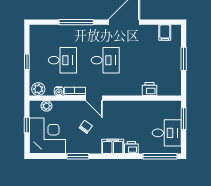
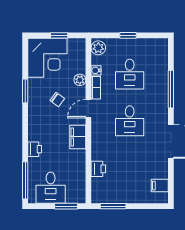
window: (184, 59) -> (113, 206), moved
plant: (46, 106) -> (80, 80), moved
filing cabinet: (113, 146) -> (78, 137), moved, turned 180

